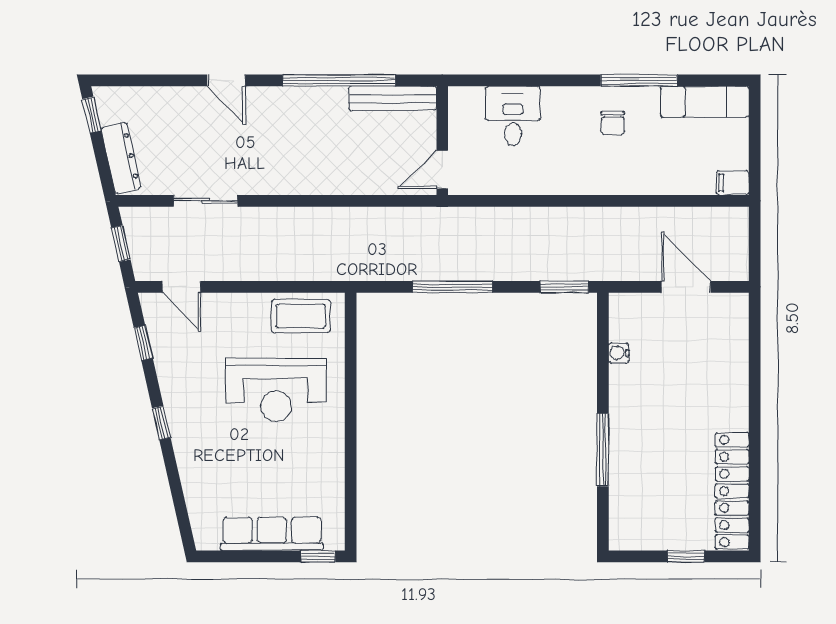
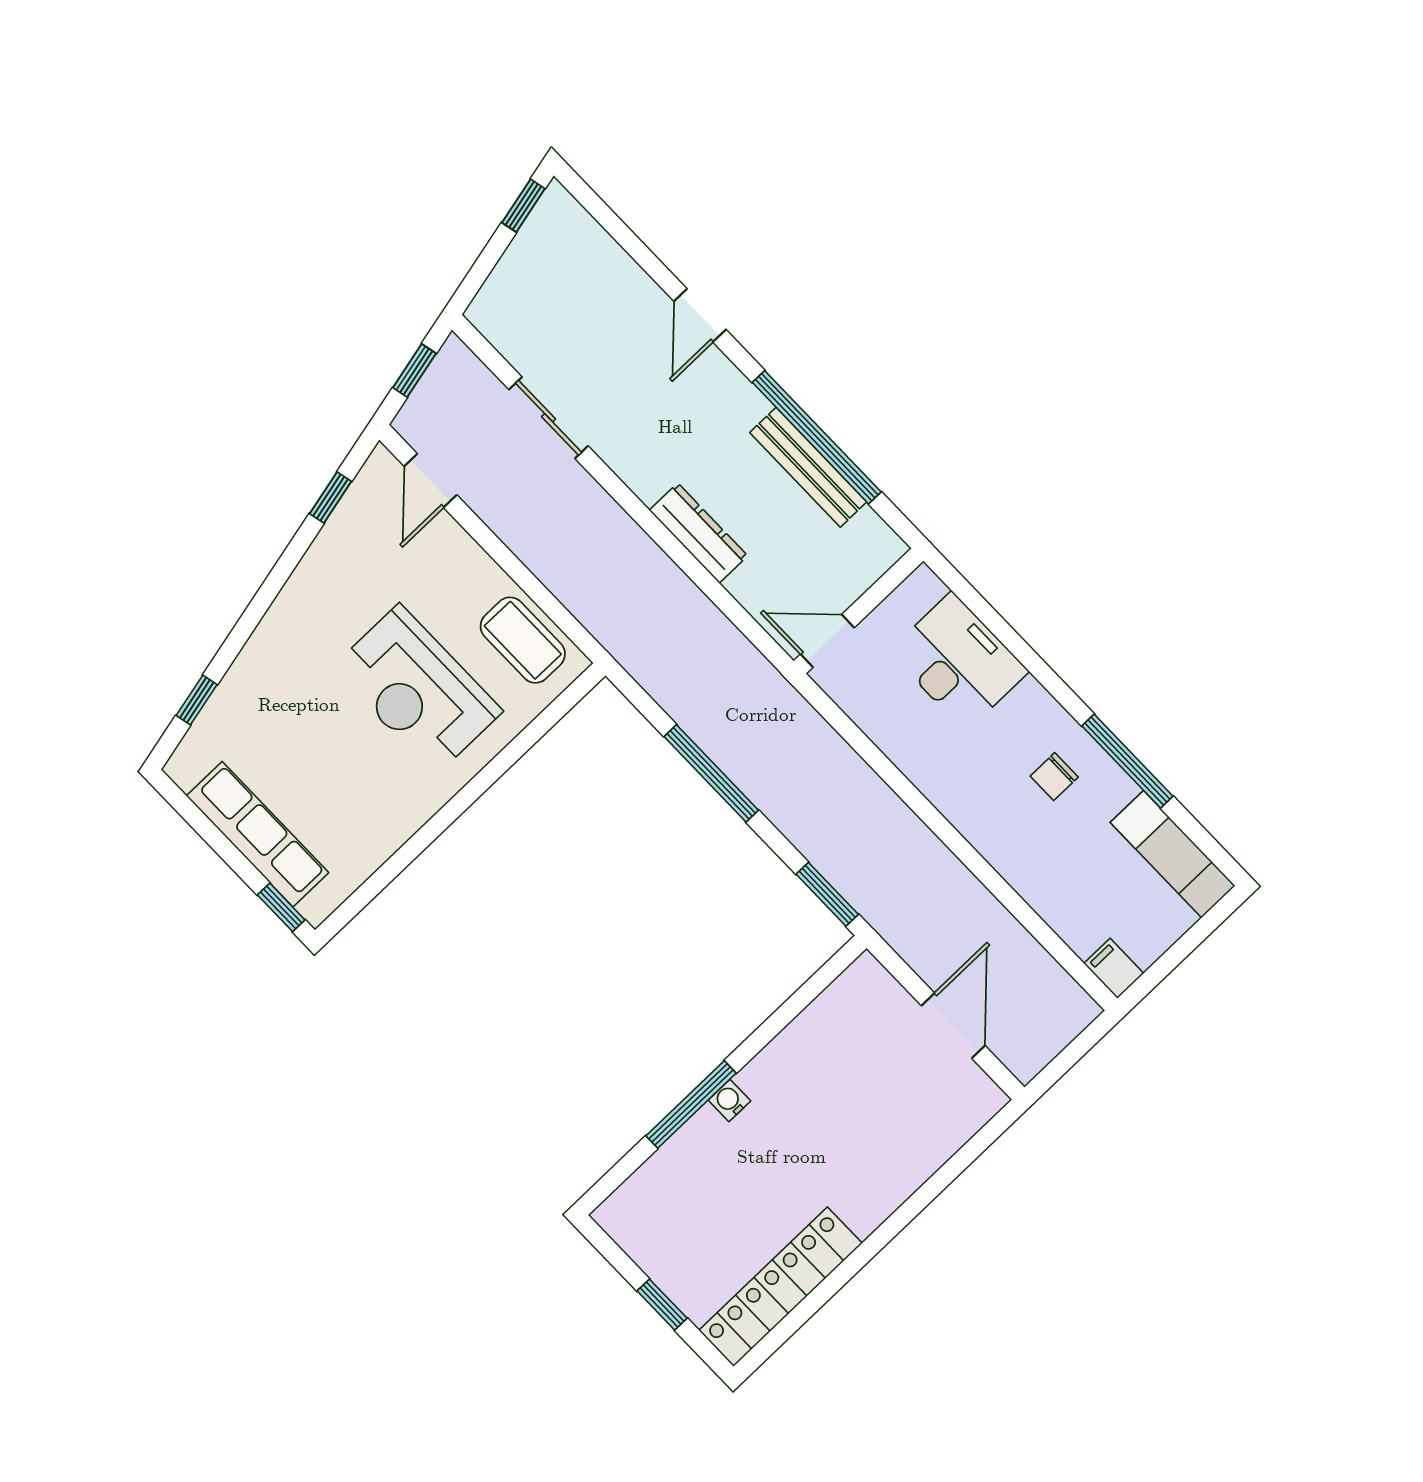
bench: (393, 98) -> (808, 467), moved
desk: (513, 116) -> (959, 662), width x1.37
dresser: (121, 158) -> (698, 533), moved, turned -77
water cooler: (619, 353) -> (729, 1100), moved
window: (161, 423) -> (197, 700), moved

